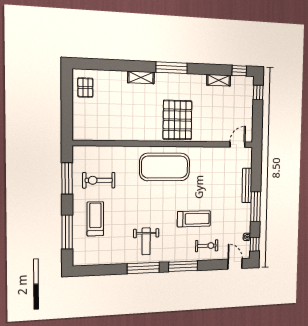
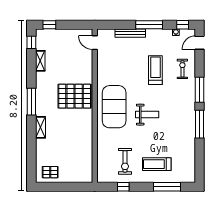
window: (67, 178) -> (123, 187), width x0.46
treadmill: (194, 219) -> (155, 70), moved
weight bench: (146, 241) -> (147, 115), moved

